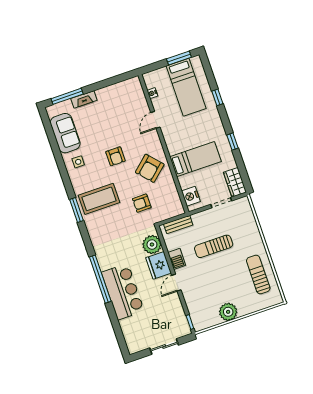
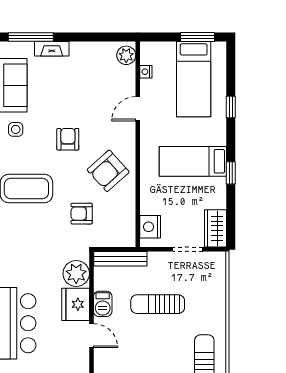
plant: (135, 87) -> (126, 55), added
armchair: (115, 156) -> (68, 139), turned 180
bed: (195, 159) -> (193, 161), moved, turned 180
bench: (178, 225) -> (120, 259), width x1.36
door: (176, 283) -> (91, 336), swing flipped

